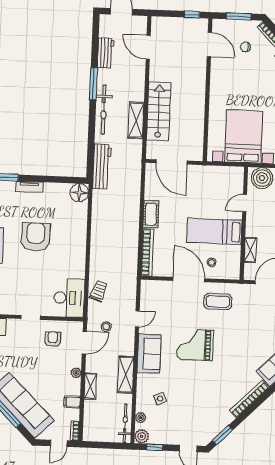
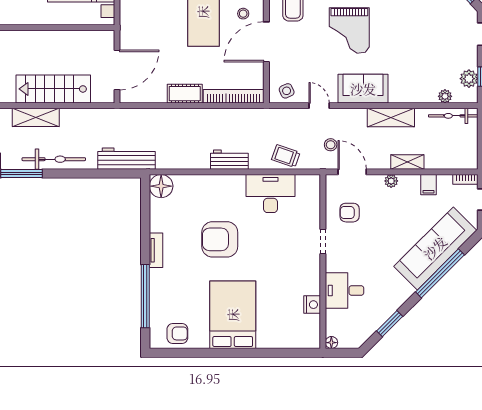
shelving: (136, 120) -> (36, 117), moved
workbench: (98, 247) -> (229, 160), added
desk: (69, 298) -> (270, 194), moved
side table: (160, 399) -> (287, 91), moved
plant: (142, 436) -> (469, 79), moved

